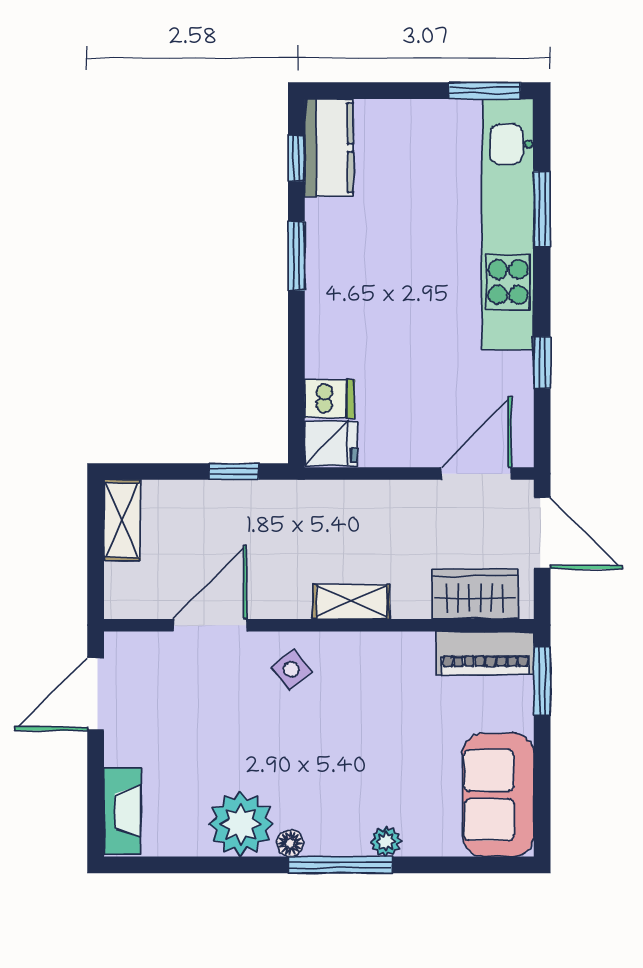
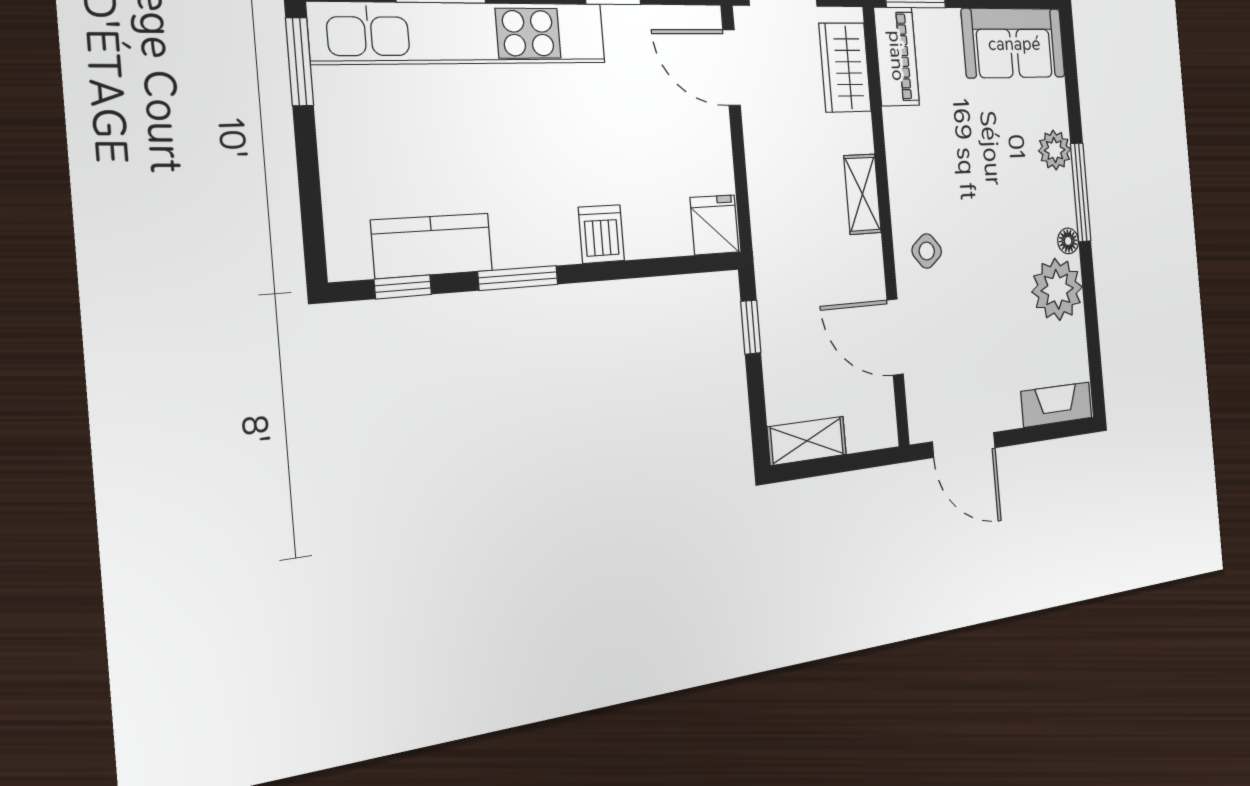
kitchen counter: (329, 148) -> (432, 246), moved
dishwasher: (329, 399) -> (601, 234), moved
plant: (386, 841) -> (1055, 150), width x1.38, depth x1.38

